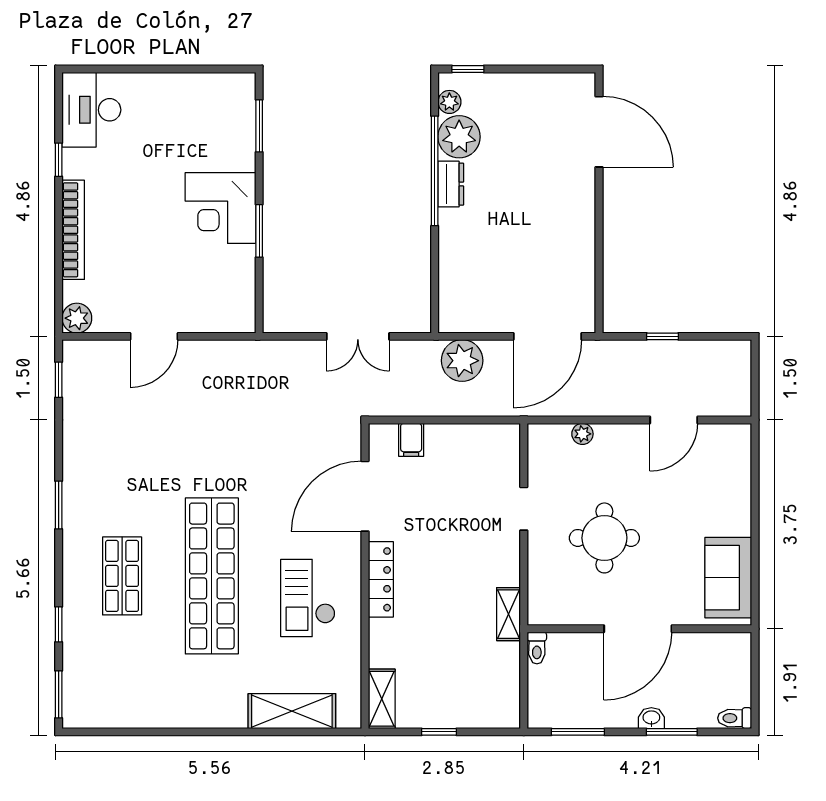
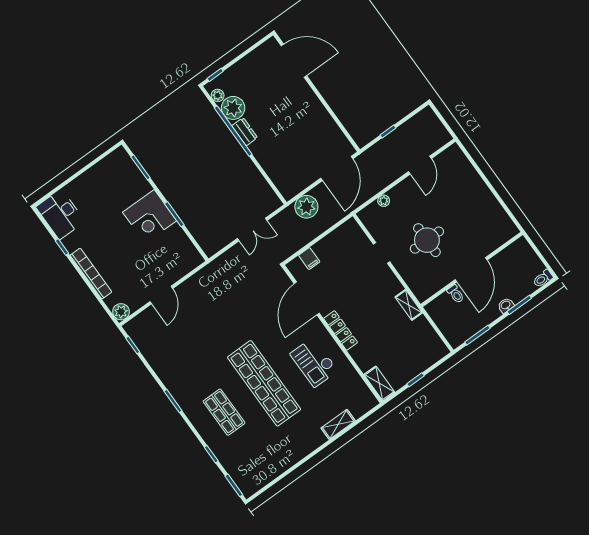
sofa: (728, 578) -> (495, 218), removed
toilet: (537, 648) -> (456, 294), moved
shelving: (292, 711) -> (338, 424), width x0.67, depth x0.75

